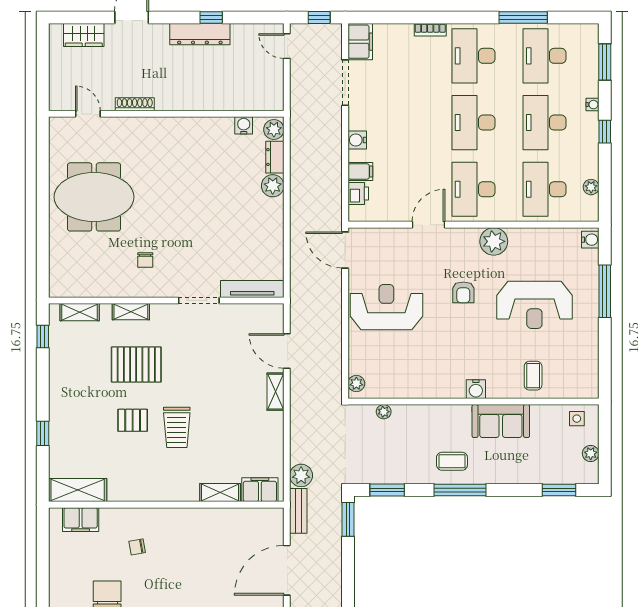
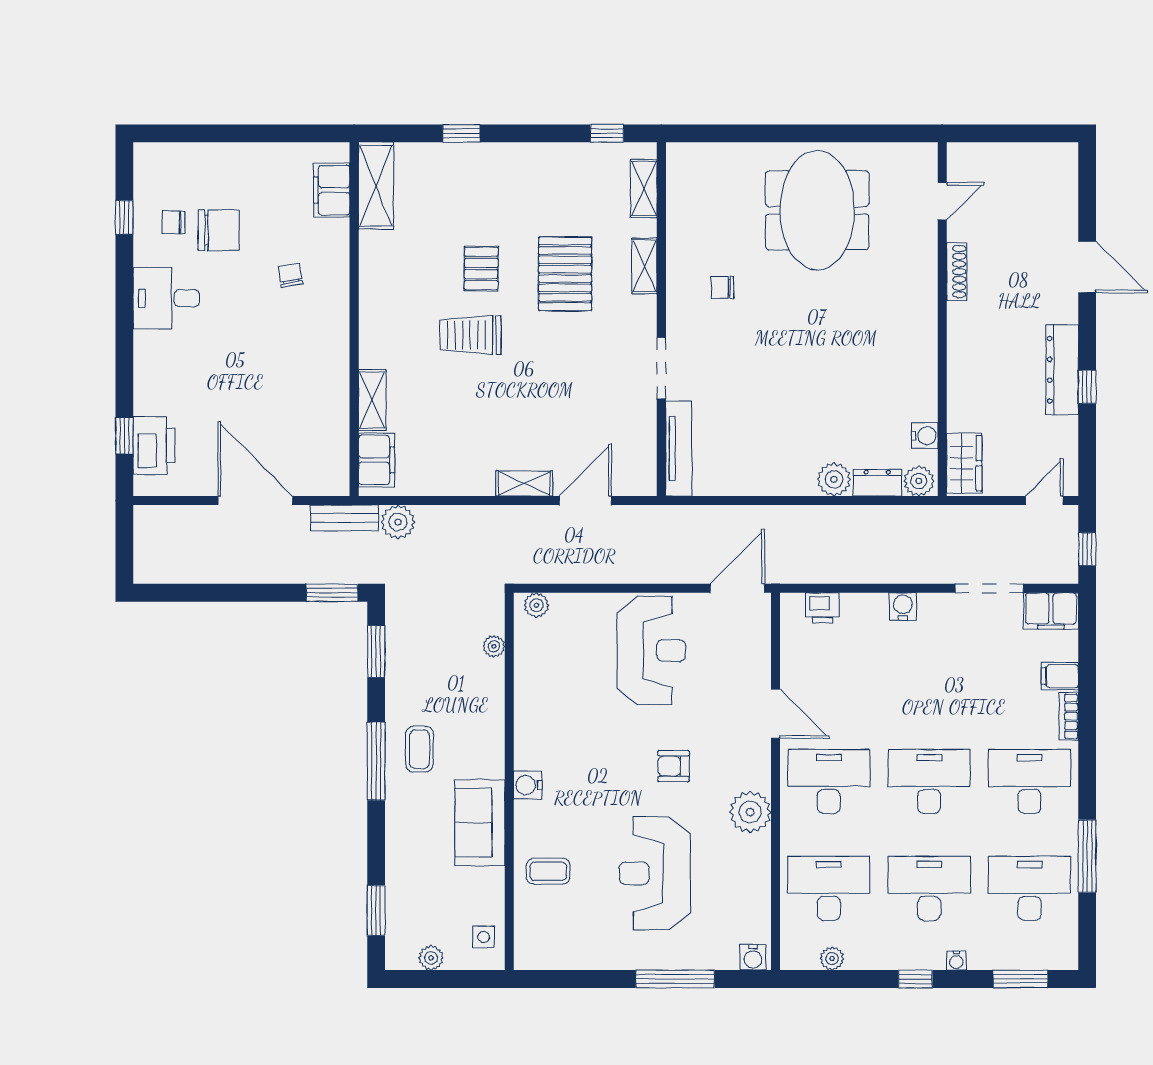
wardrobe: (84, 35) -> (964, 463), moved, turned 180
filing cabinet: (360, 172) -> (1060, 676), moved, turned 90

